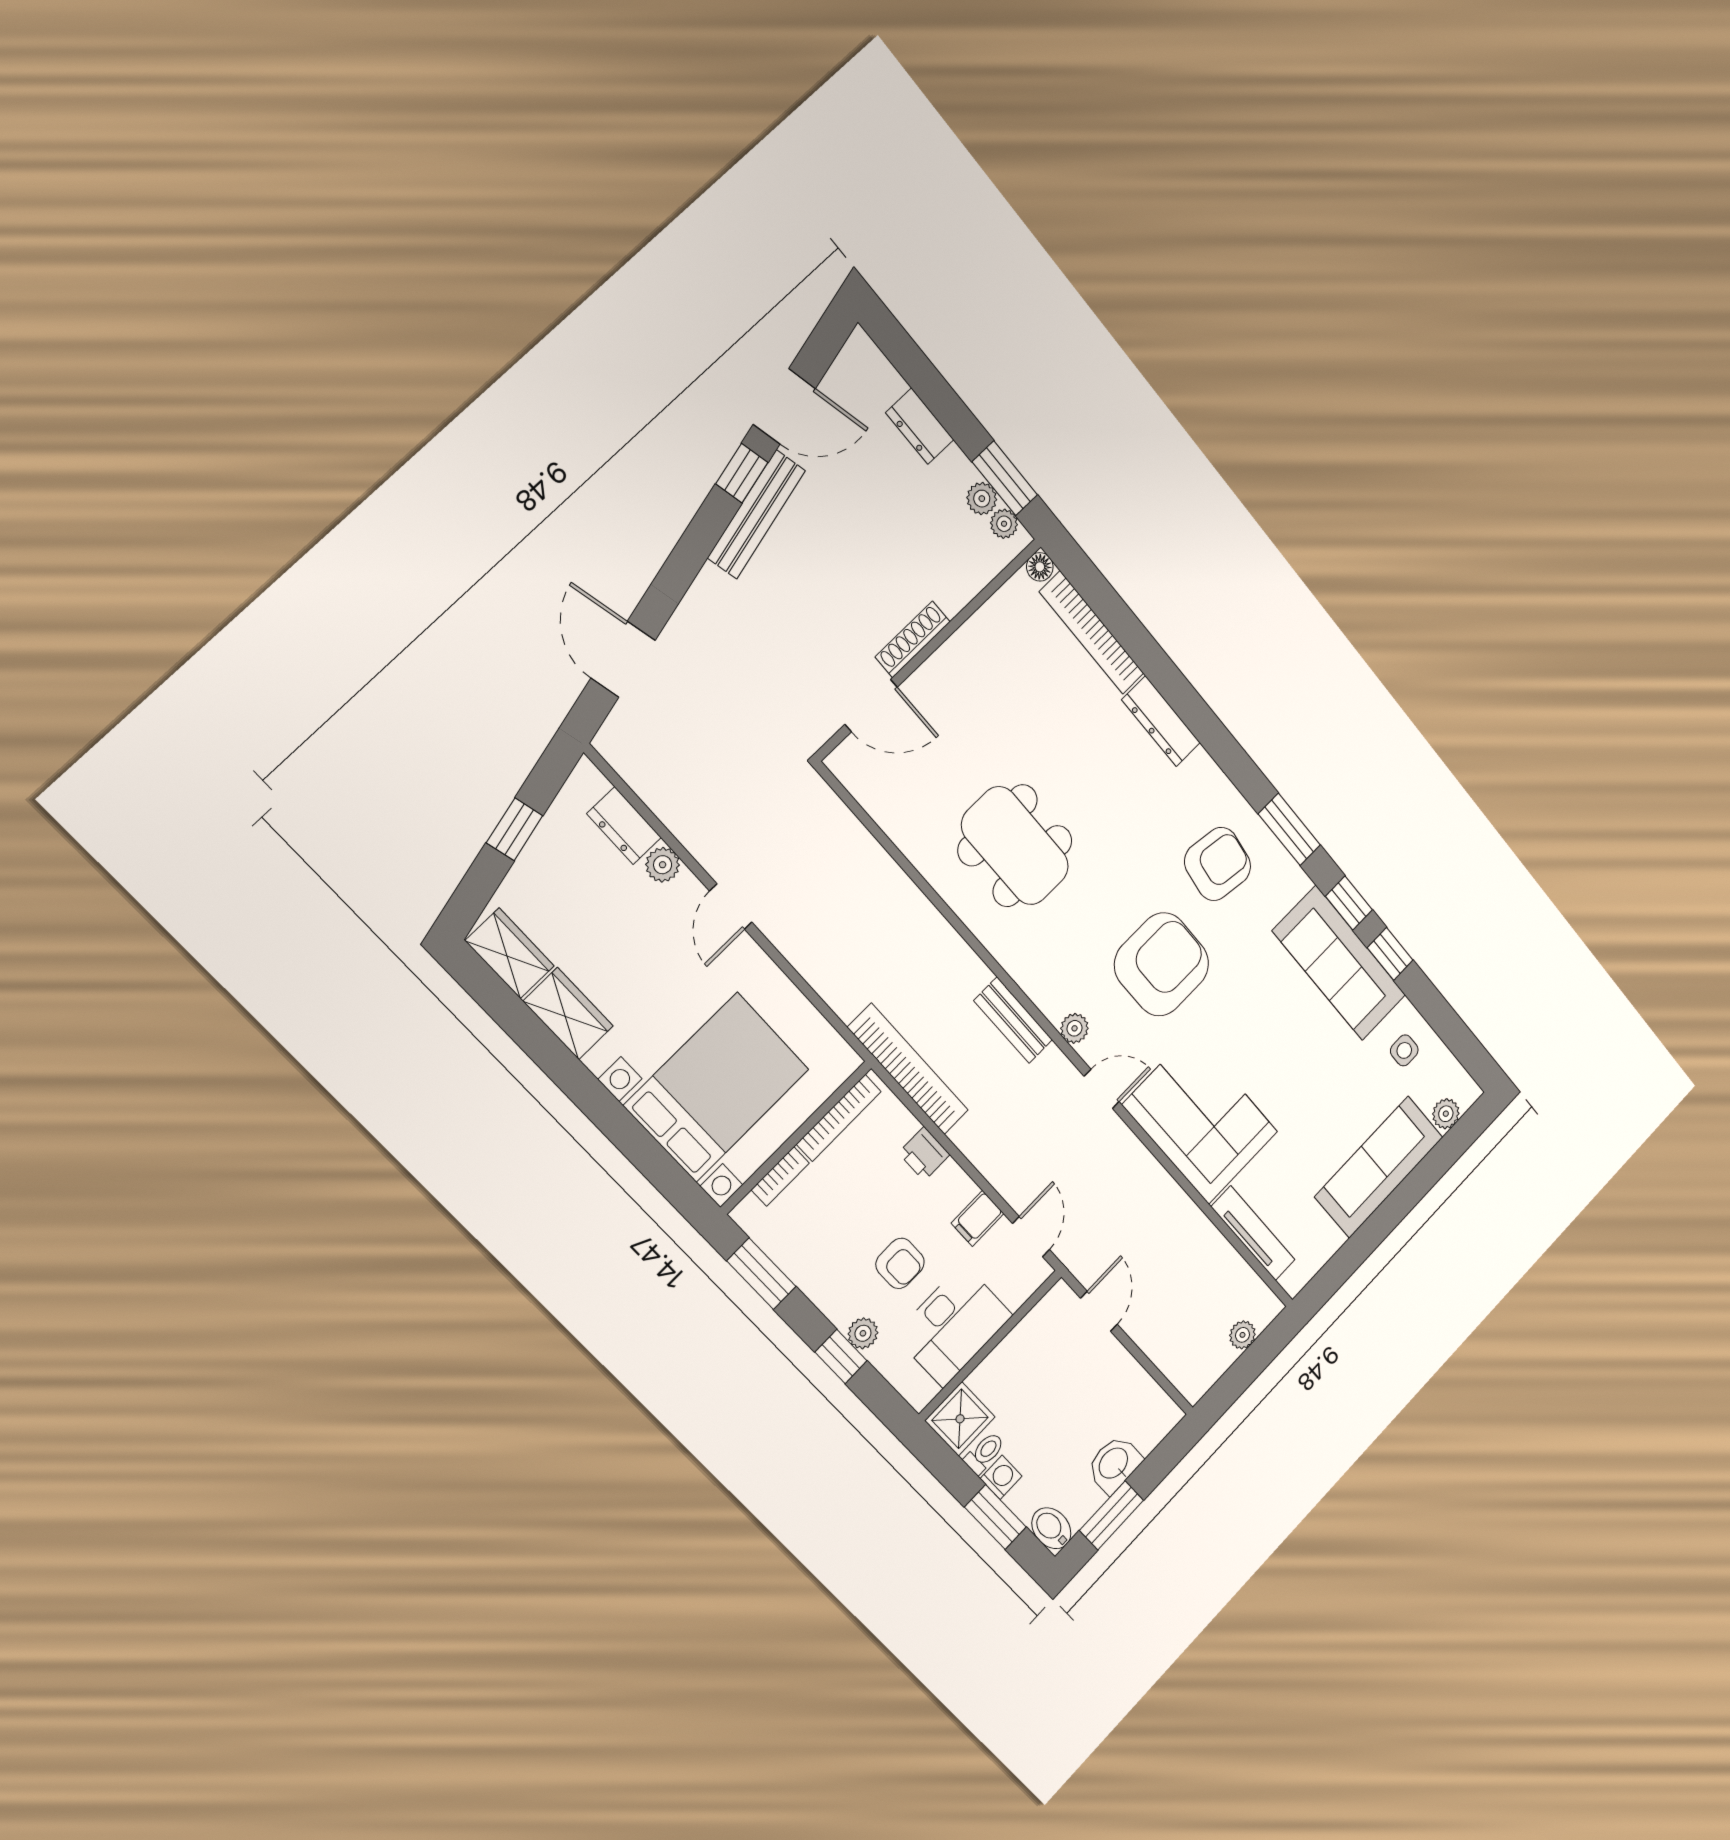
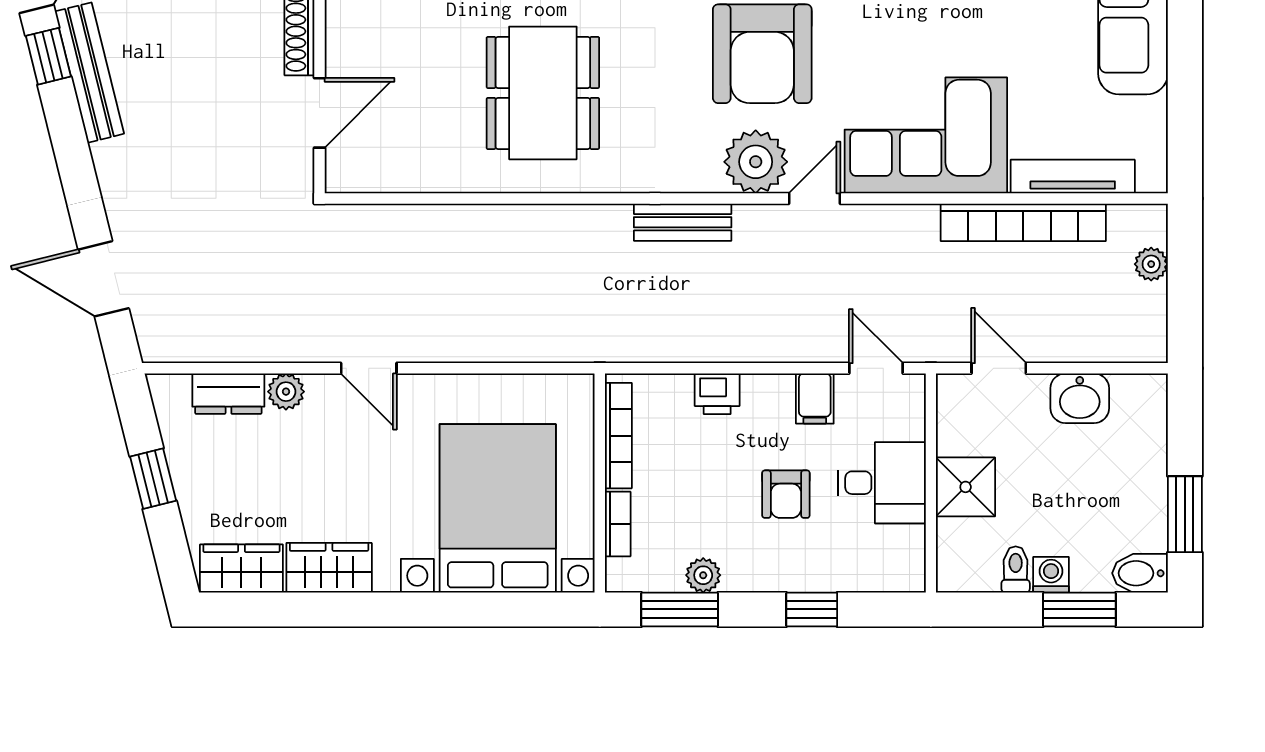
dining table: (1015, 846) -> (543, 93), turned 90
armchair: (1162, 964) -> (762, 54), turned 180
plant: (1074, 1028) -> (756, 162), width x1.88, depth x1.88
bookcase: (908, 1069) -> (1023, 222), moved, turned 180
armchair: (900, 1263) -> (786, 494), turned 90
desk: (953, 1325) -> (882, 483), width x0.73
plant: (863, 1333) -> (703, 575), moved
shower: (960, 1419) -> (966, 487), moved
washbasin: (1114, 1464) -> (1080, 398), moved, turned -90

